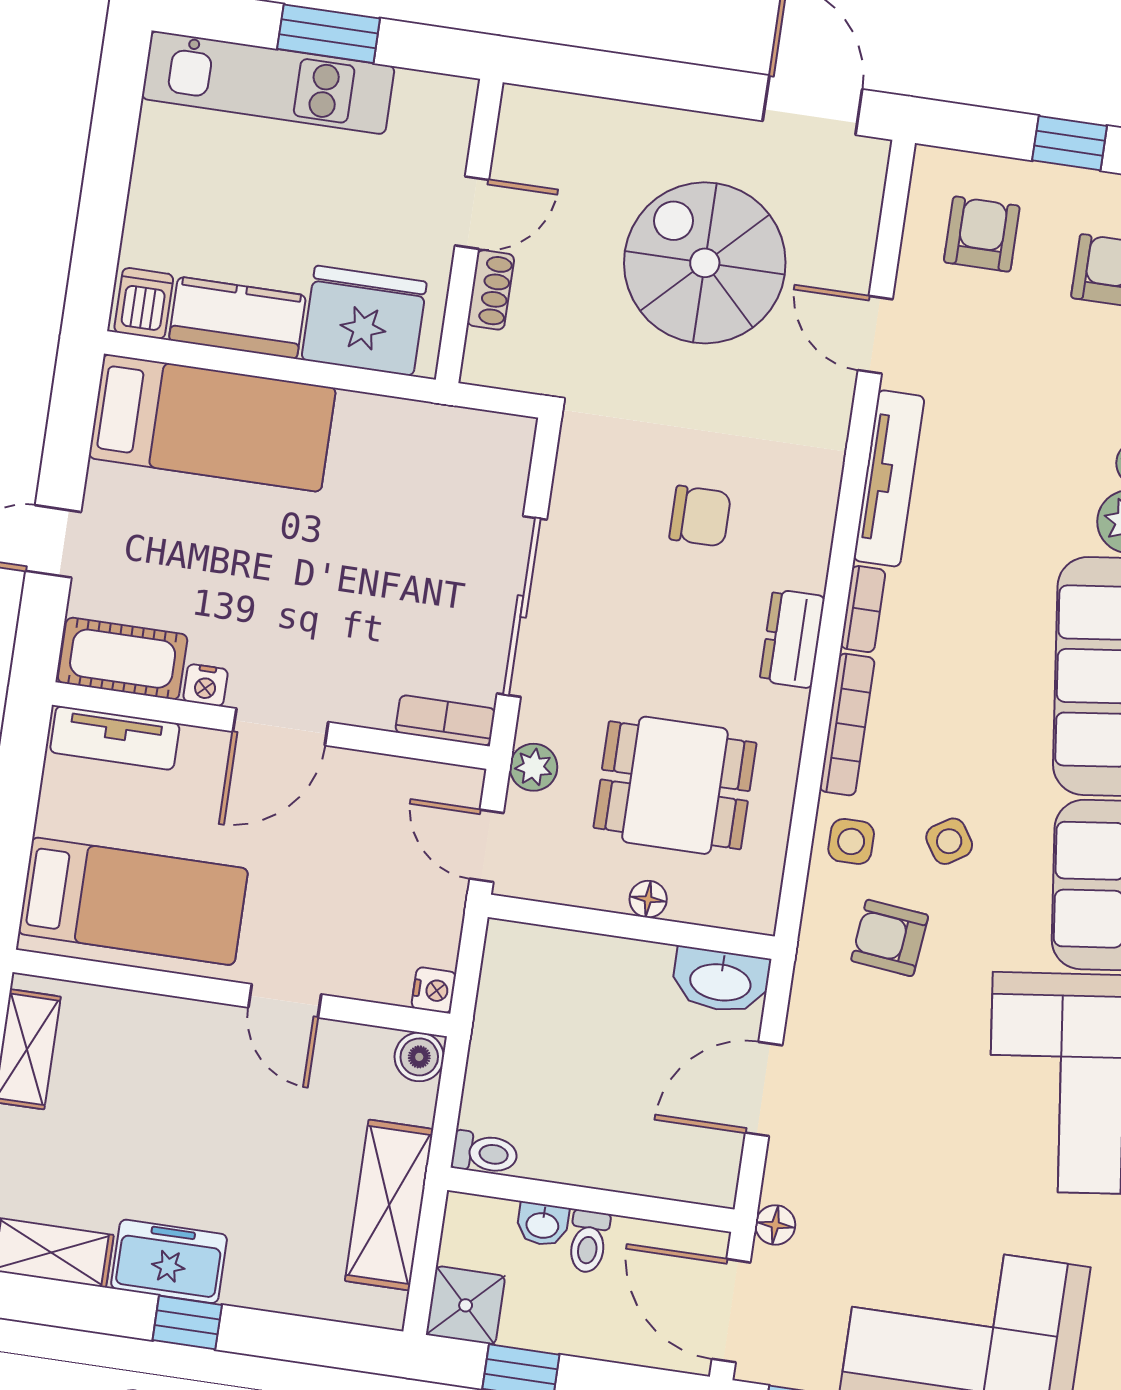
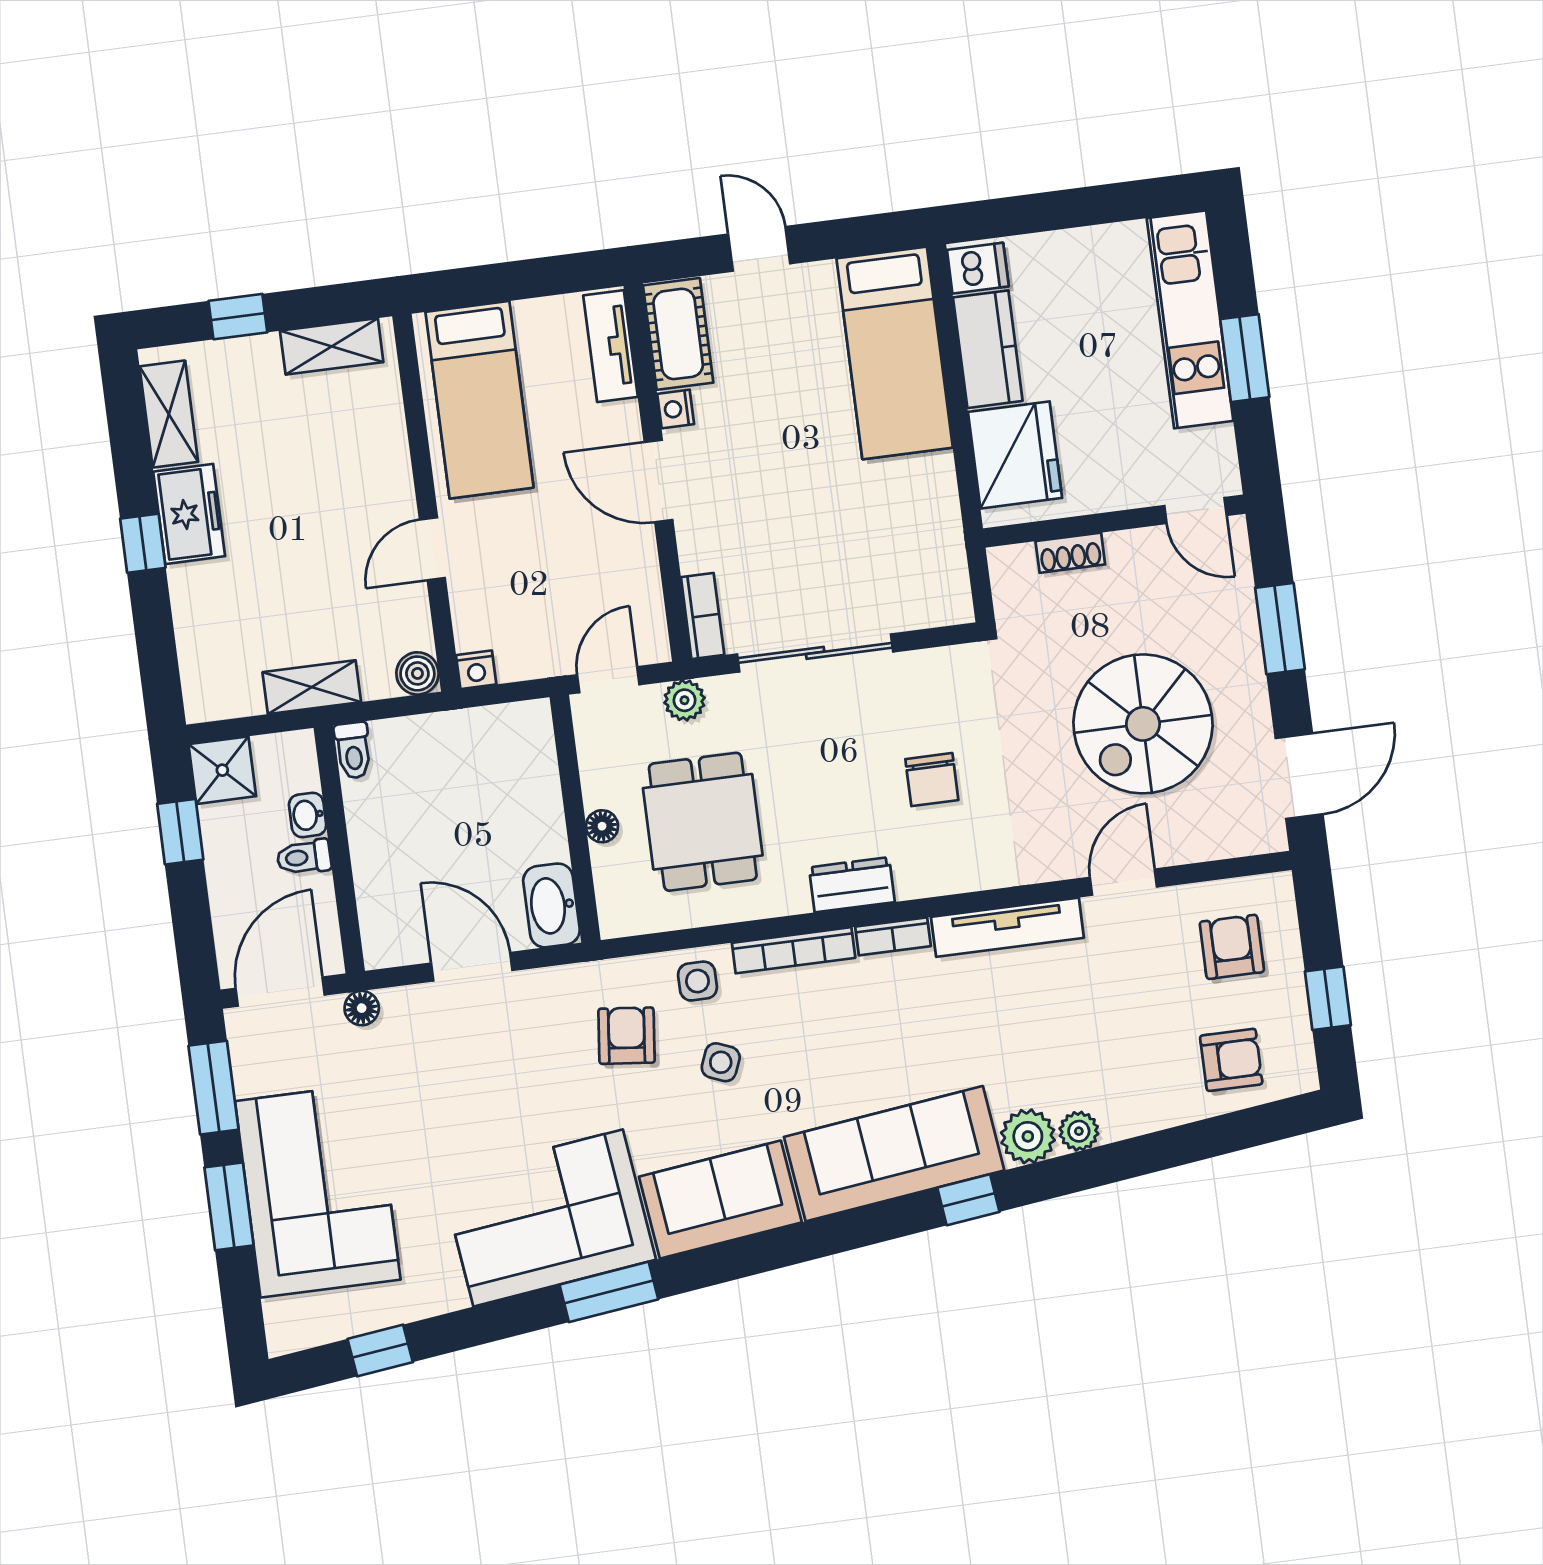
window: (642, 80) -> (1280, 629), added
door: (472, 213) -> (1196, 510), moved
armchair: (982, 234) -> (1232, 947), turned -90
spiral stairs: (705, 263) -> (1143, 724), turned 180
side table: (949, 841) -> (721, 1062), turned -35
shelving: (389, 1205) -> (312, 687), width x0.67, depth x0.75

